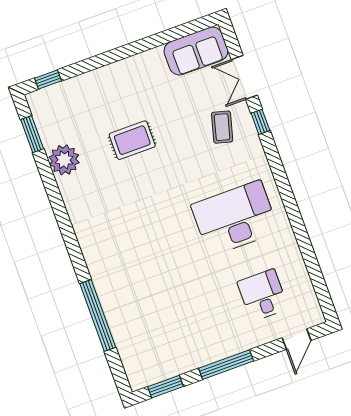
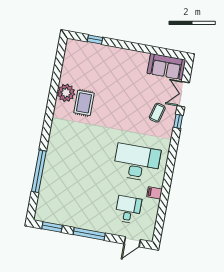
window: (48, 80) -> (95, 39), moved
window: (32, 134) -> (59, 60), removed
rug: (132, 140) -> (84, 103), moved, turned 90
plant: (64, 160) -> (66, 93), moved
filing cabinet: (287, 248) -> (154, 193), added

